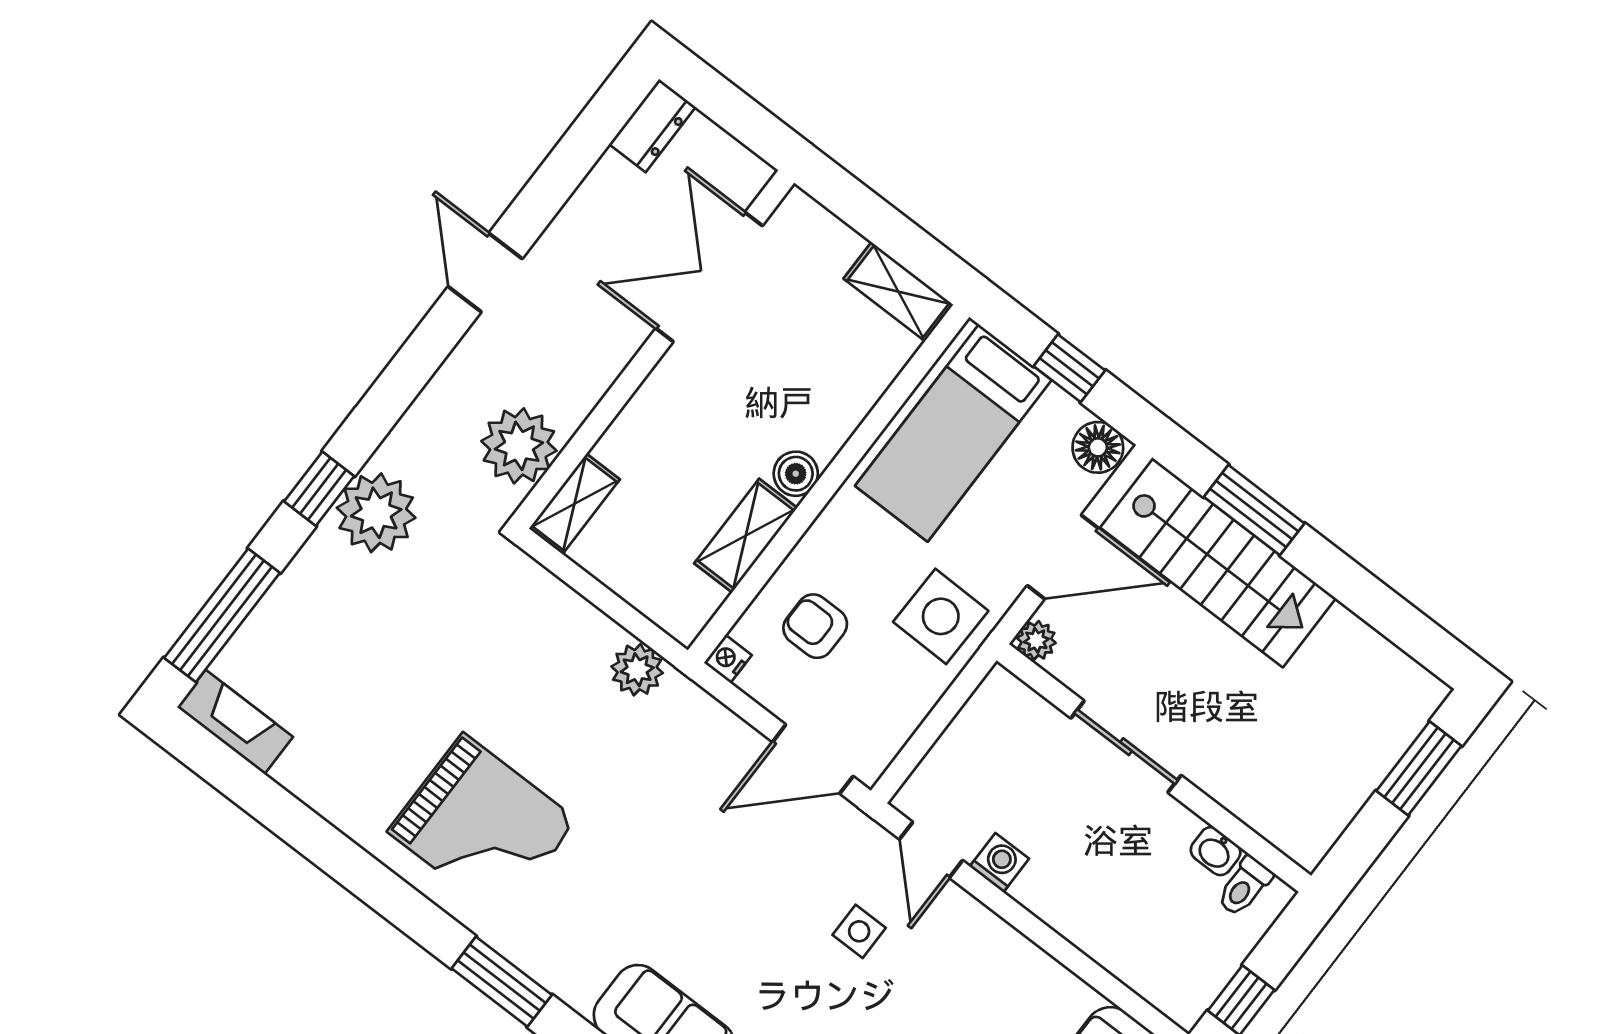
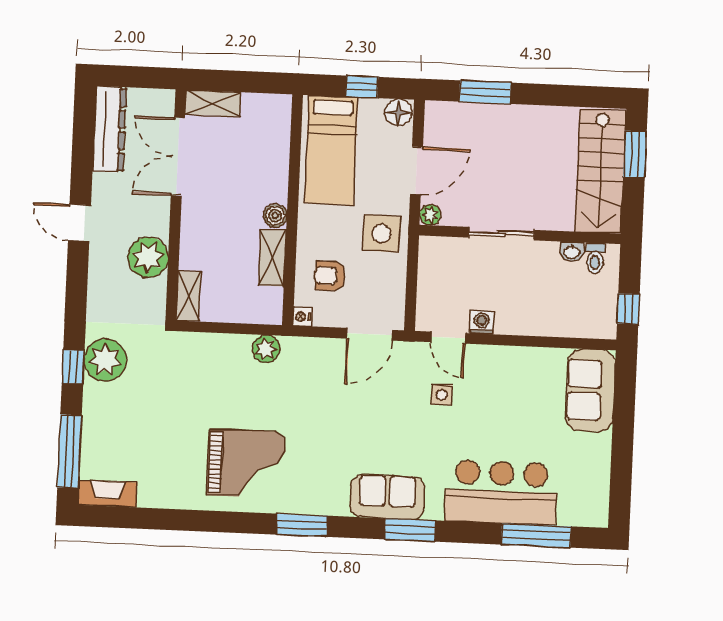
dresser: (652, 126) -> (109, 129), width x1.96, depth x1.24
shelving: (898, 292) -> (213, 103), moved
plant: (519, 446) -> (148, 257), moved
stairs: (1218, 562) -> (600, 171), moved, turned 90

